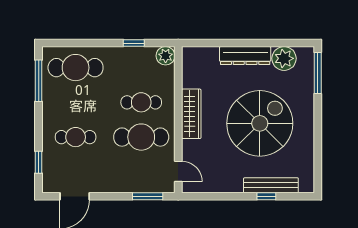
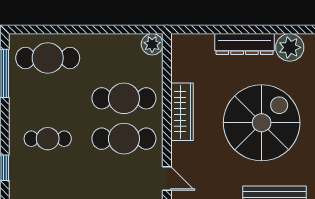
window: (134, 43) -> (115, 30), removed
cafe table: (141, 102) -> (124, 98), width x1.37, depth x1.35

